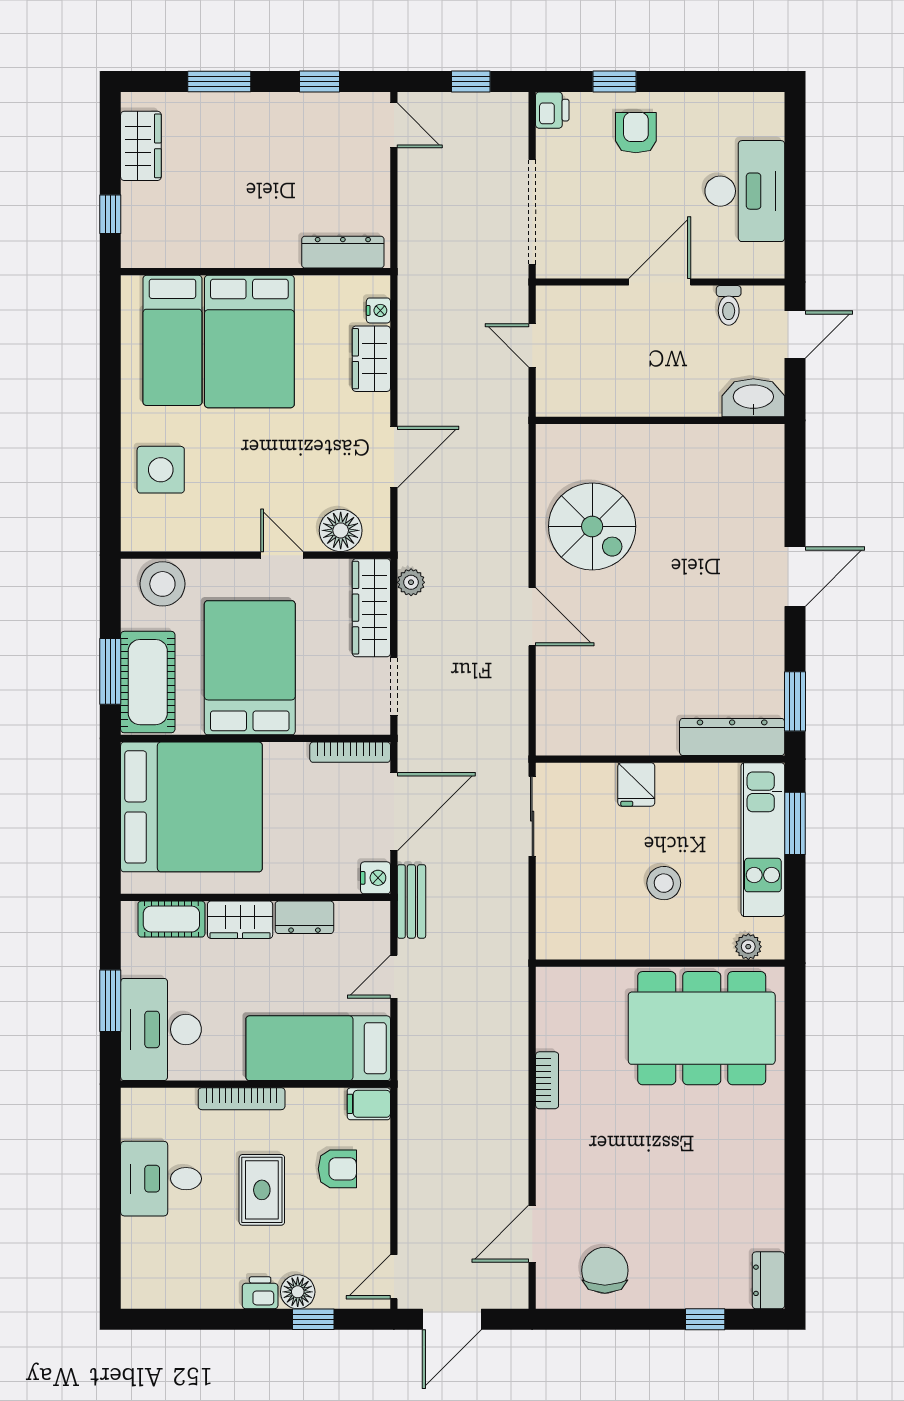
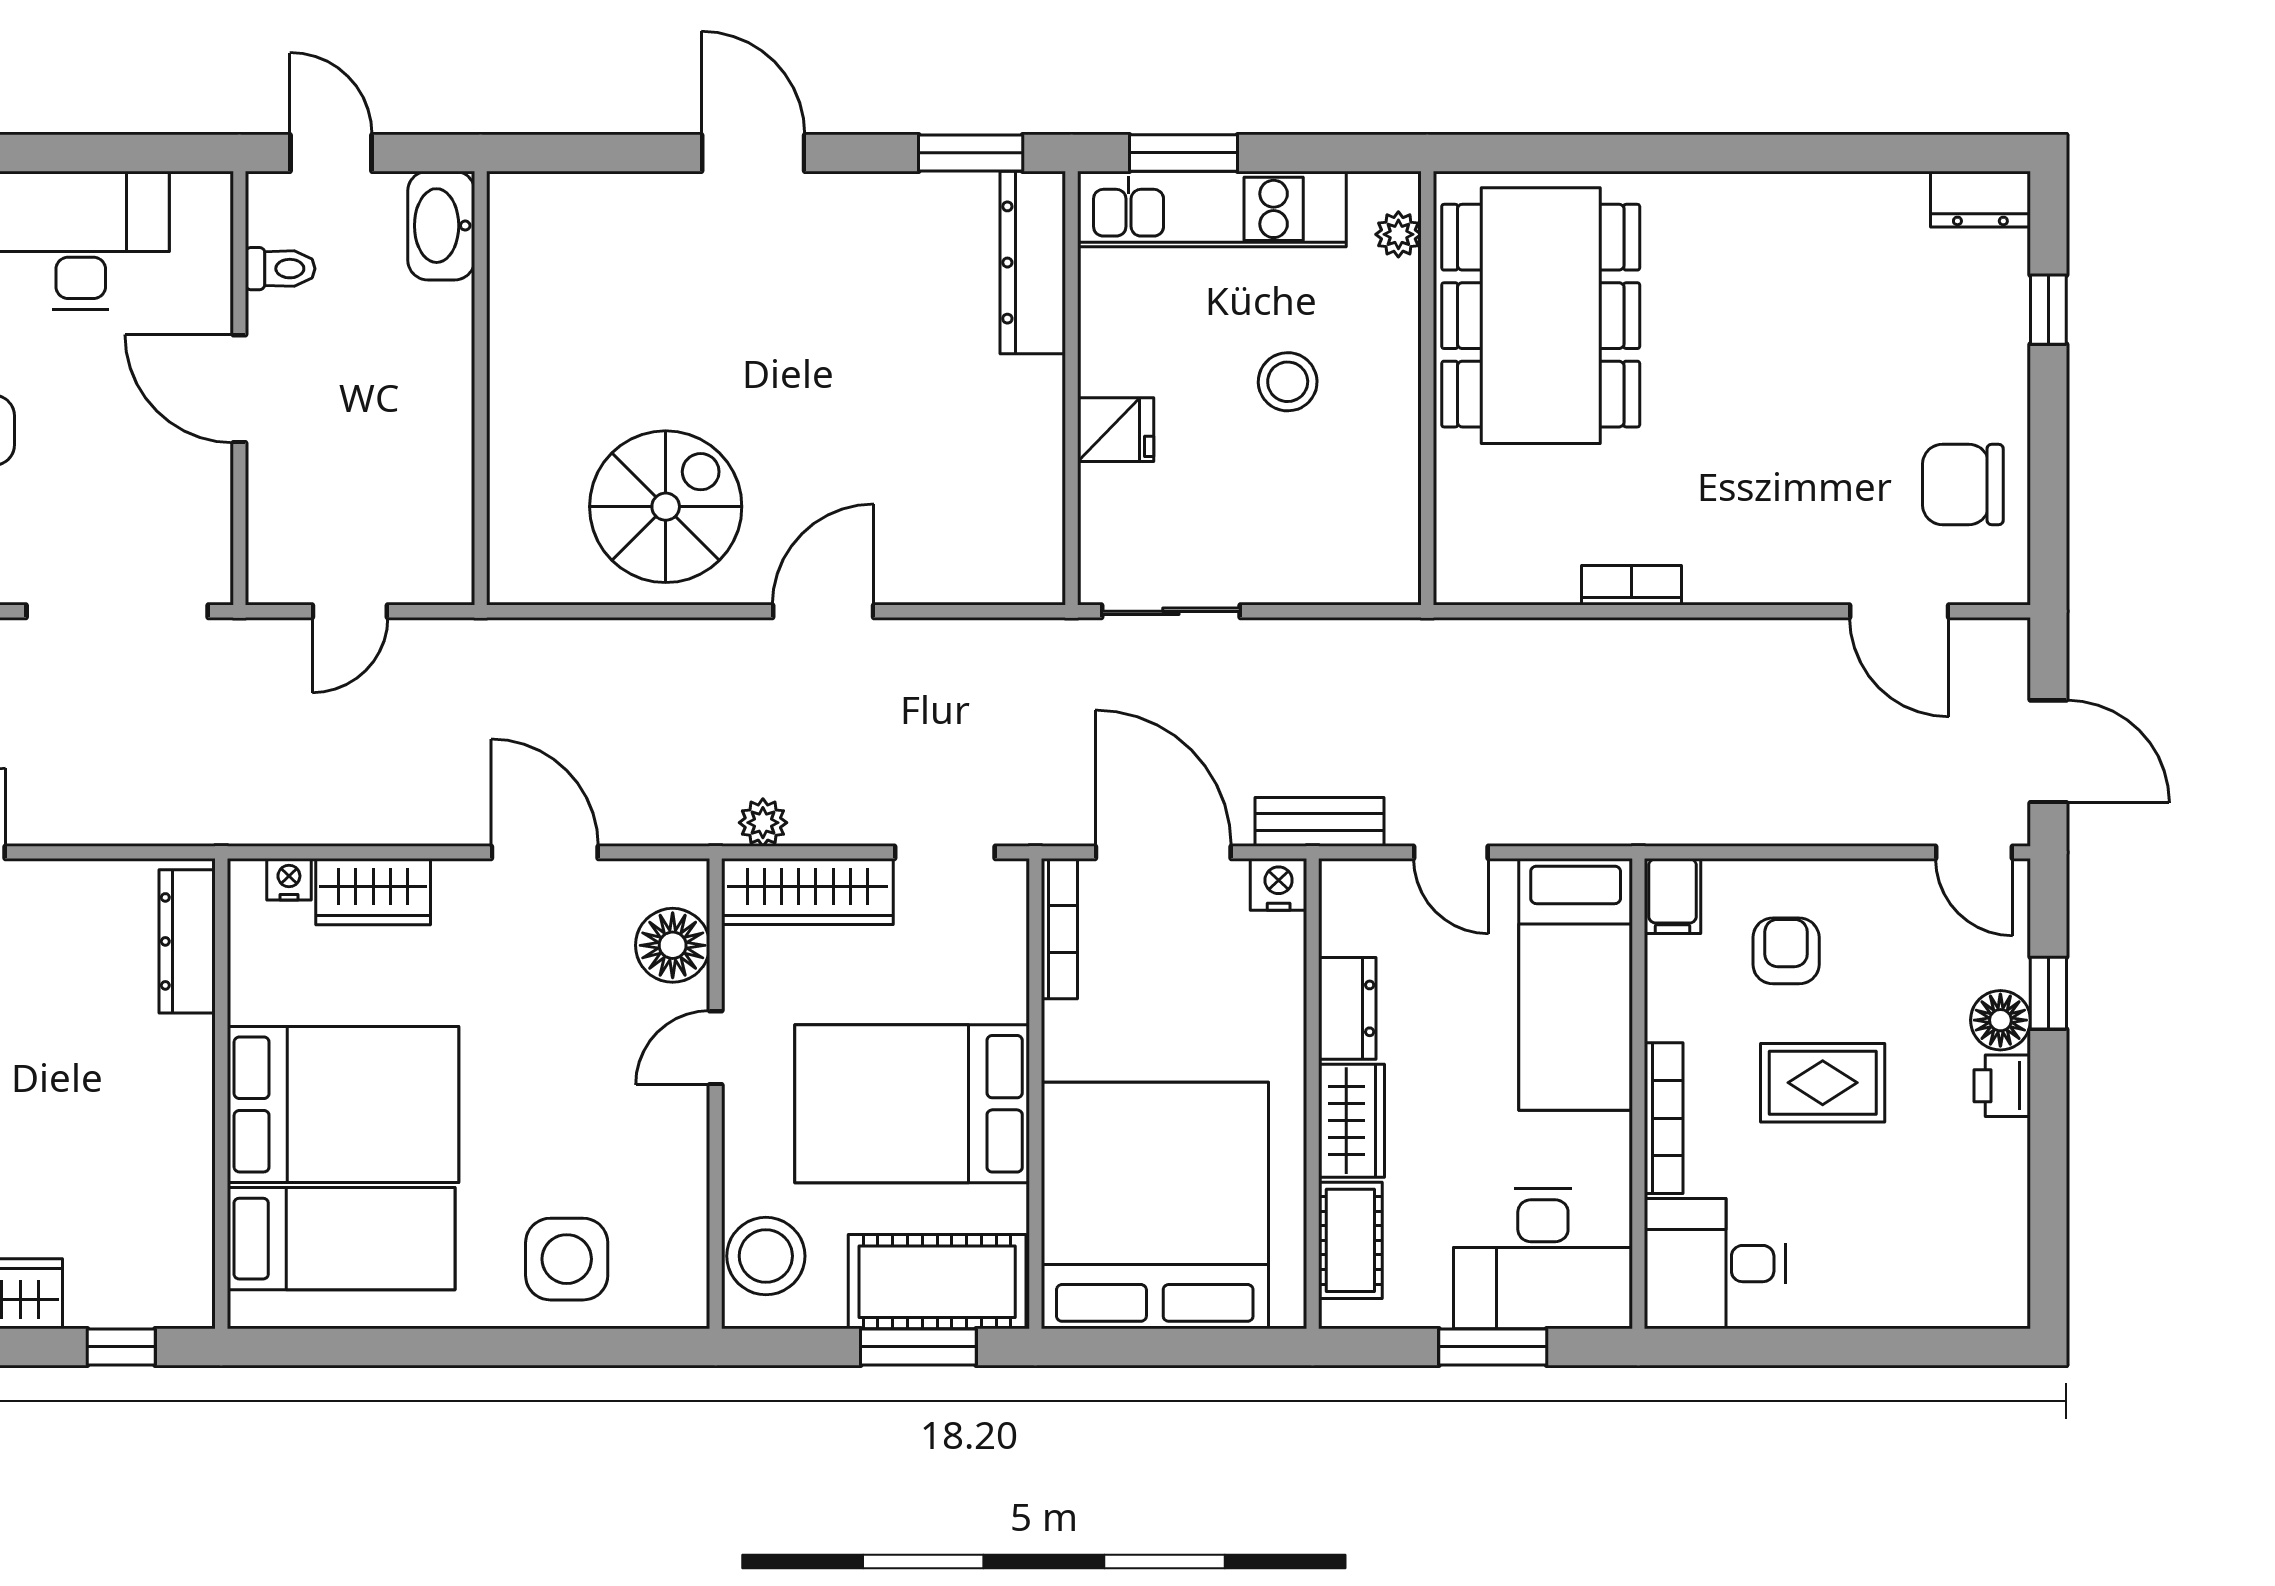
desk: (161, 1179) -> (1715, 1264), moved, turned 90

